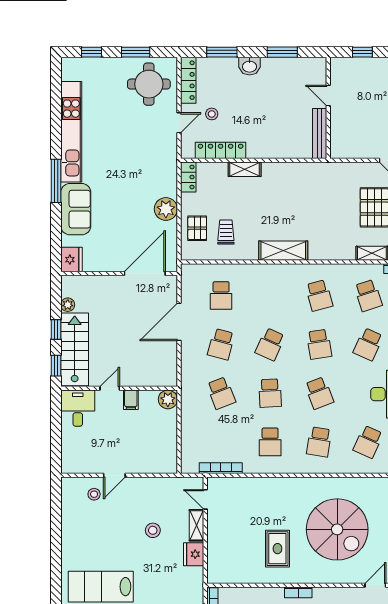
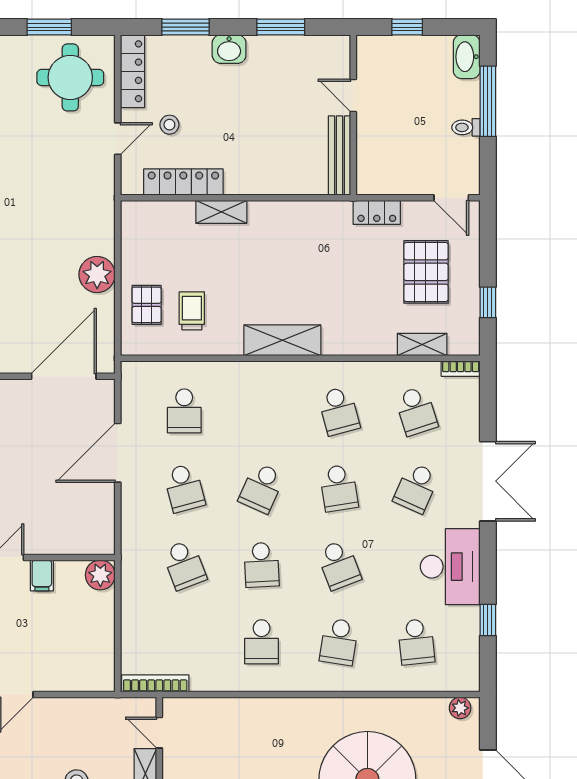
locker: (188, 177) -> (377, 212), moved, turned 90
school desk: (221, 344) -> (184, 488), turned -30
school desk: (368, 442) -> (416, 642), turned -30
bookcase: (221, 468) -> (155, 683), moved

